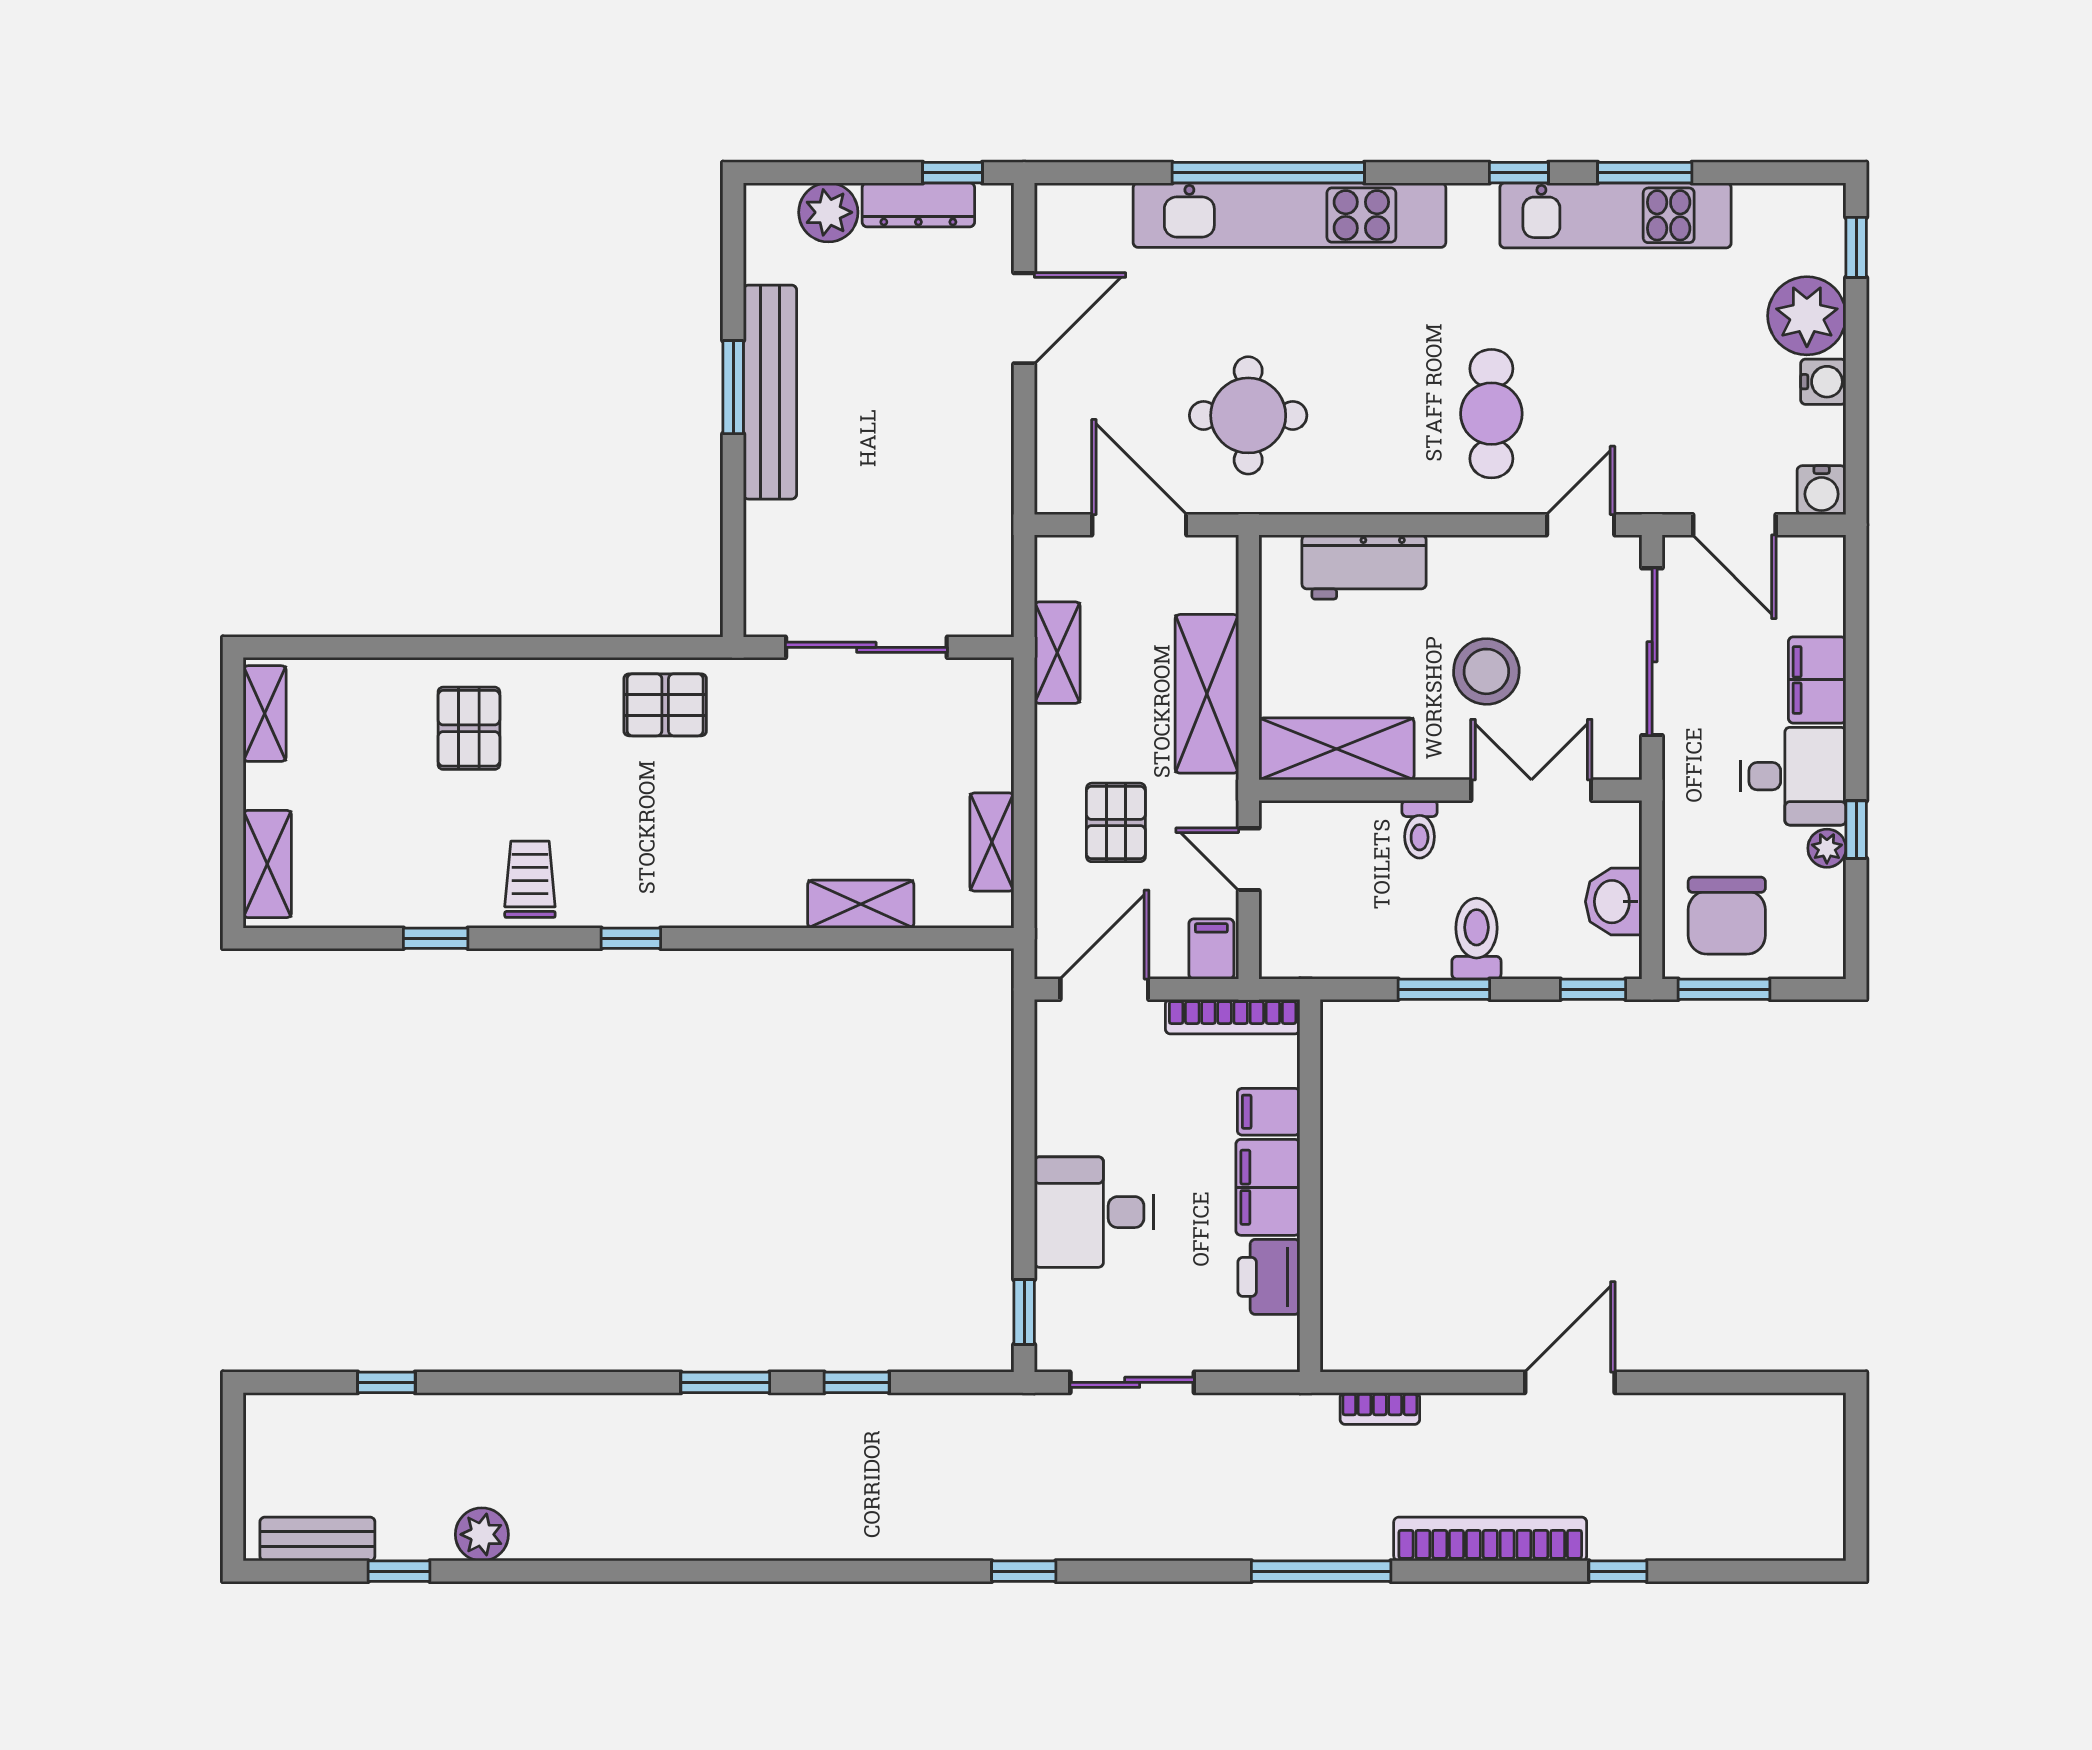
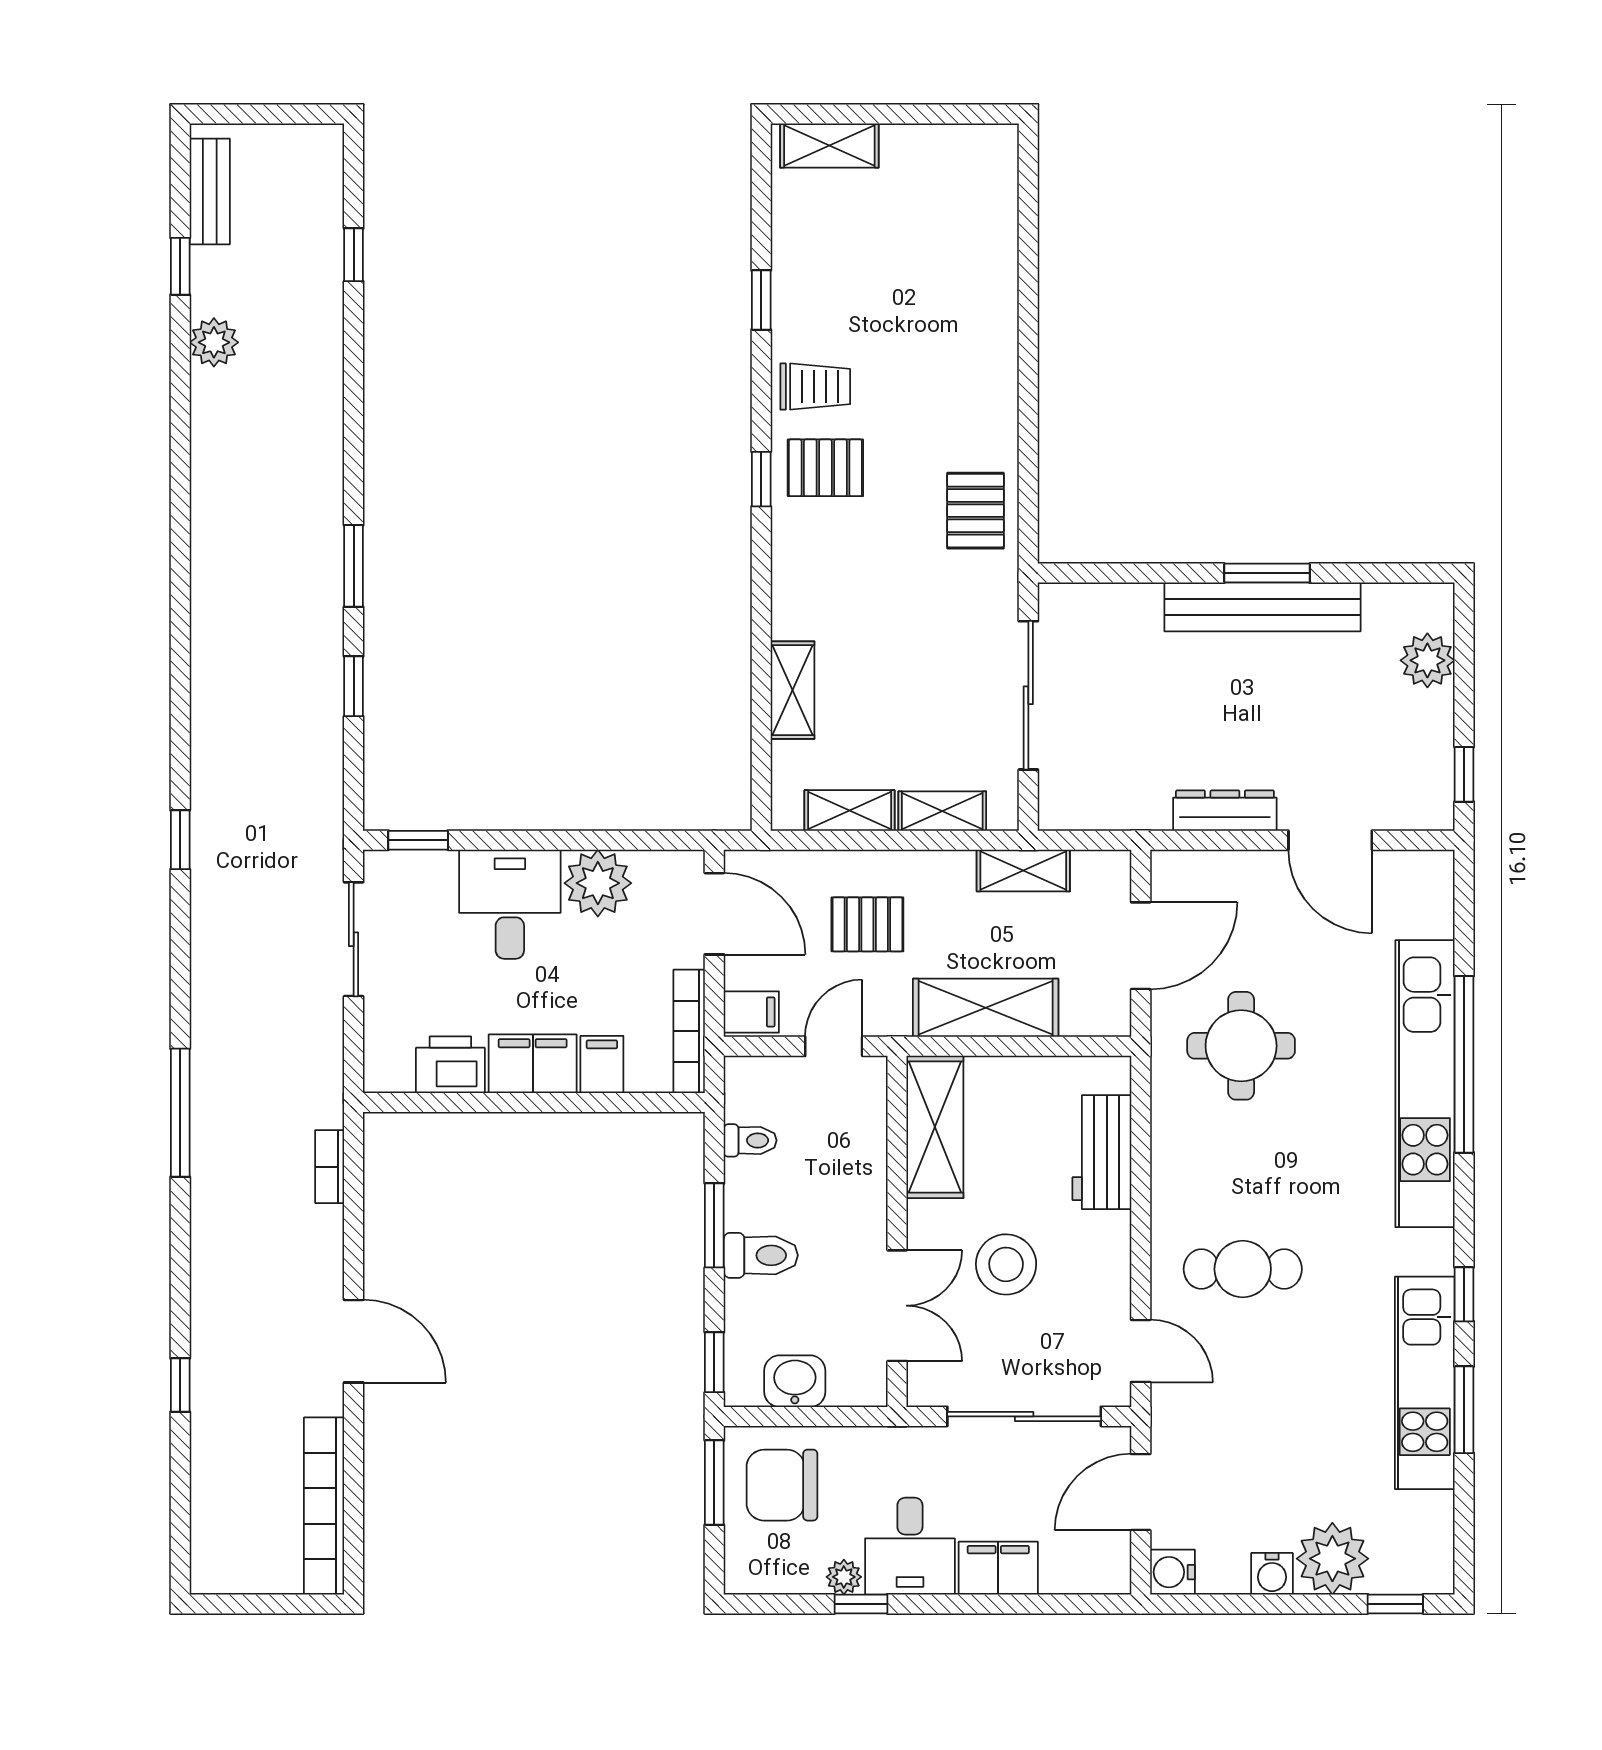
dresser: (918, 205) -> (1225, 811), moved, turned 90
shelving: (265, 714) -> (942, 811), moved
pallet: (469, 728) -> (825, 468), moved
toilet: (1420, 829) -> (750, 1140), moved, turned 180
plant: (1071, 1116) -> (598, 883), added
bookcase: (1490, 1539) -> (324, 1506), moved, turned 180

